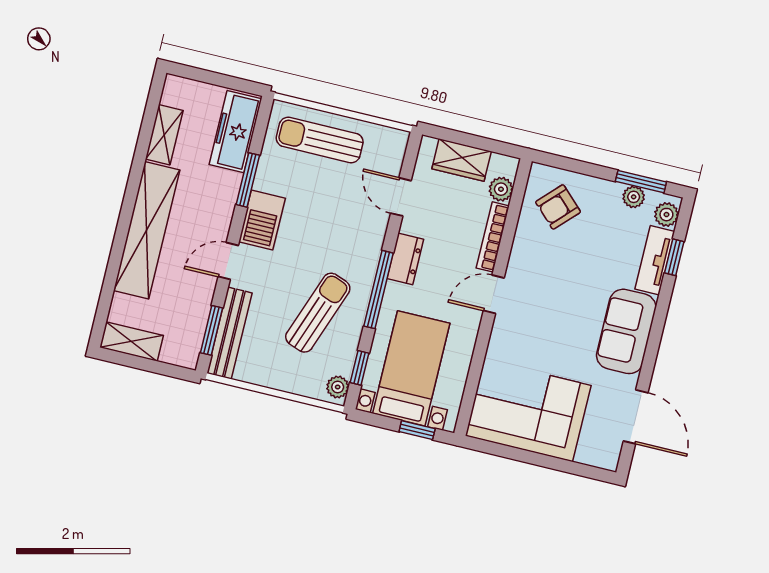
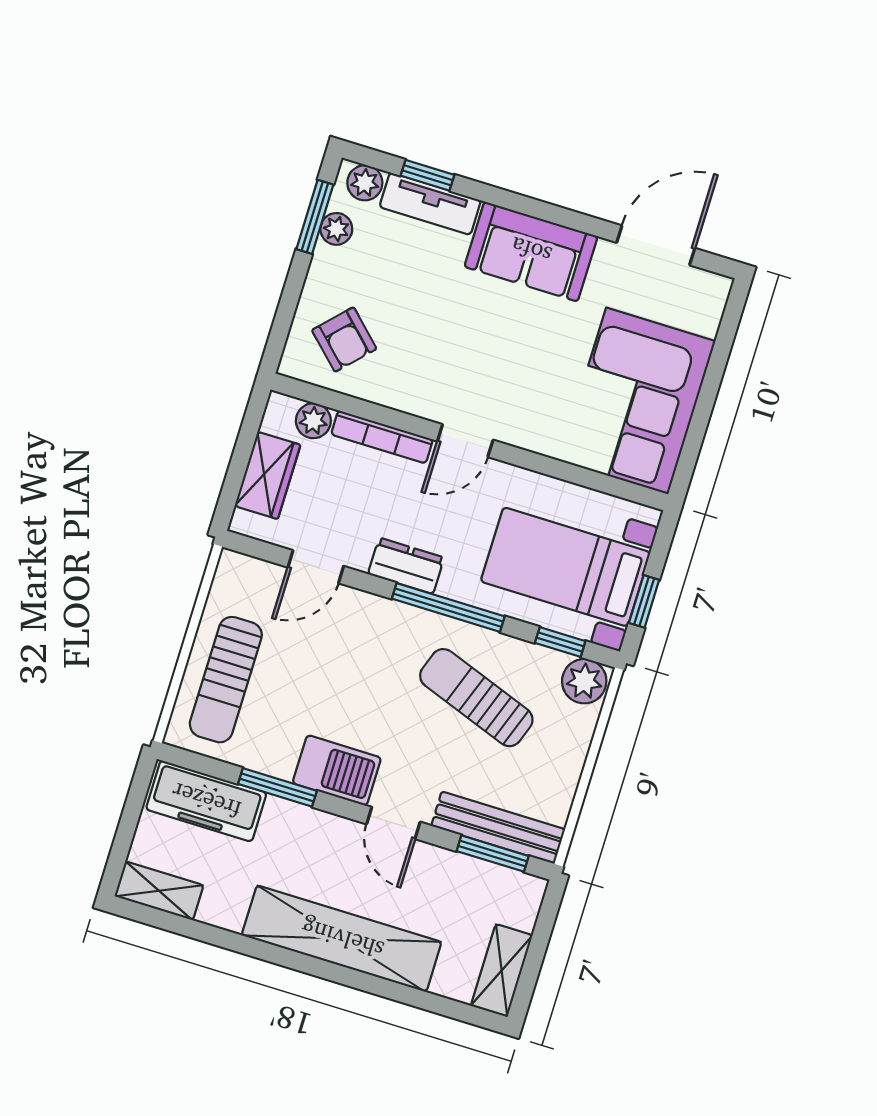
shelving: (164, 135) -> (159, 891), moved
door: (494, 294) -> (465, 441), hinge flipped
plant: (338, 387) -> (584, 681), width x1.38, depth x1.38
window: (417, 430) -> (644, 601), moved

